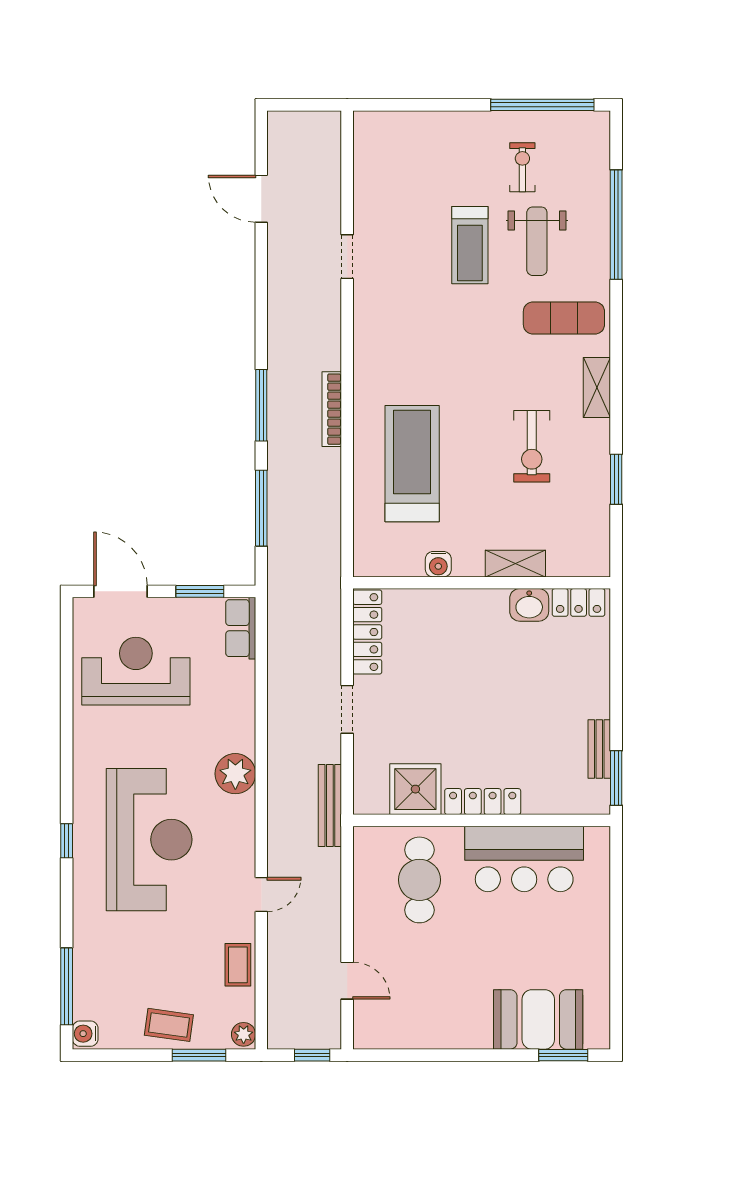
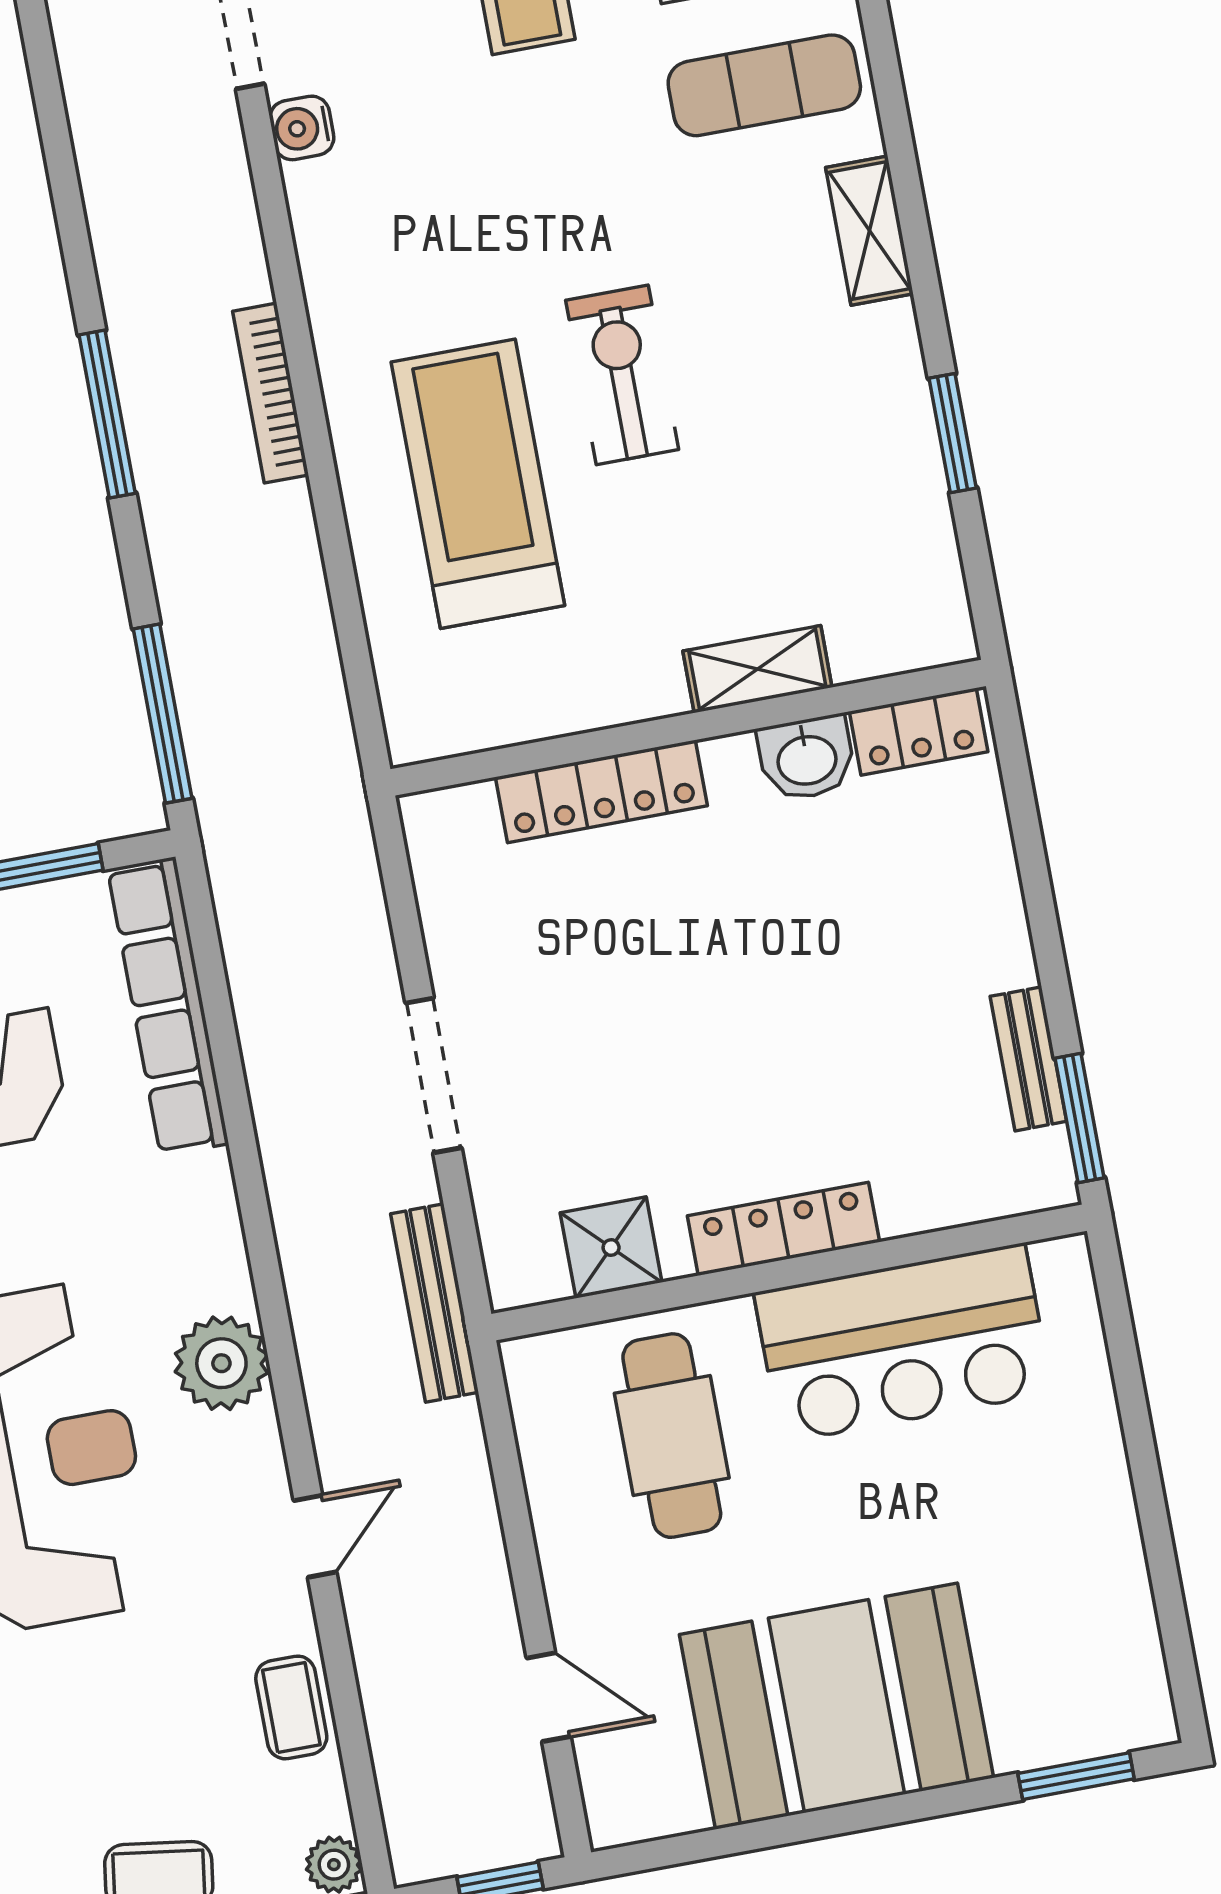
exercise bike: (532, 446) -> (622, 375), moved, turned 180
window: (261, 508) -> (163, 714), moved
water cooler: (438, 564) -> (302, 128), moved, turned 90
row of seats: (241, 628) -> (168, 1006), width x2.02
locker: (367, 632) -> (601, 791), moved, turned 90
doorway: (347, 709) -> (433, 1075), width x1.38
plant: (235, 774) -> (221, 1363), moved
shower: (415, 789) -> (611, 1247), width x0.73, depth x0.73
booth: (538, 1019) -> (836, 1706), moved, width x1.36, depth x1.42

